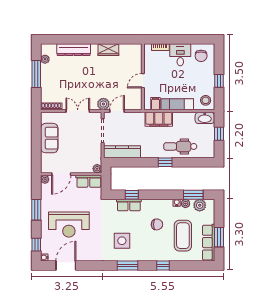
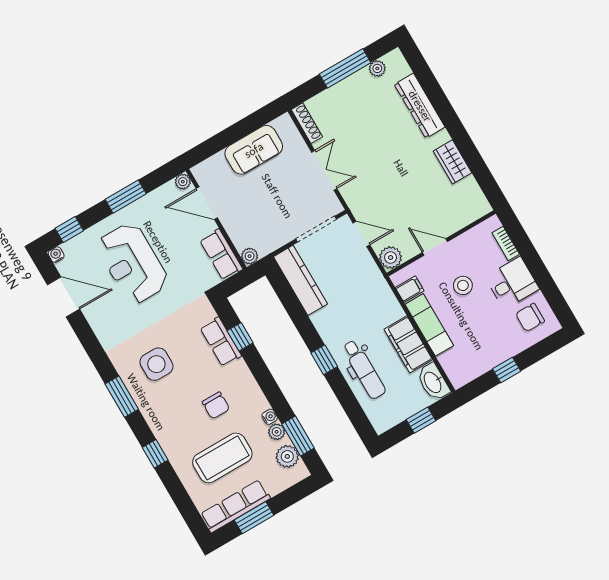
stool: (206, 100) -> (463, 285), moved
plant: (103, 104) -> (391, 257), moved
filing cabinet: (159, 119) -> (408, 344), moved
dental chair: (180, 146) -> (364, 369), turned 180

